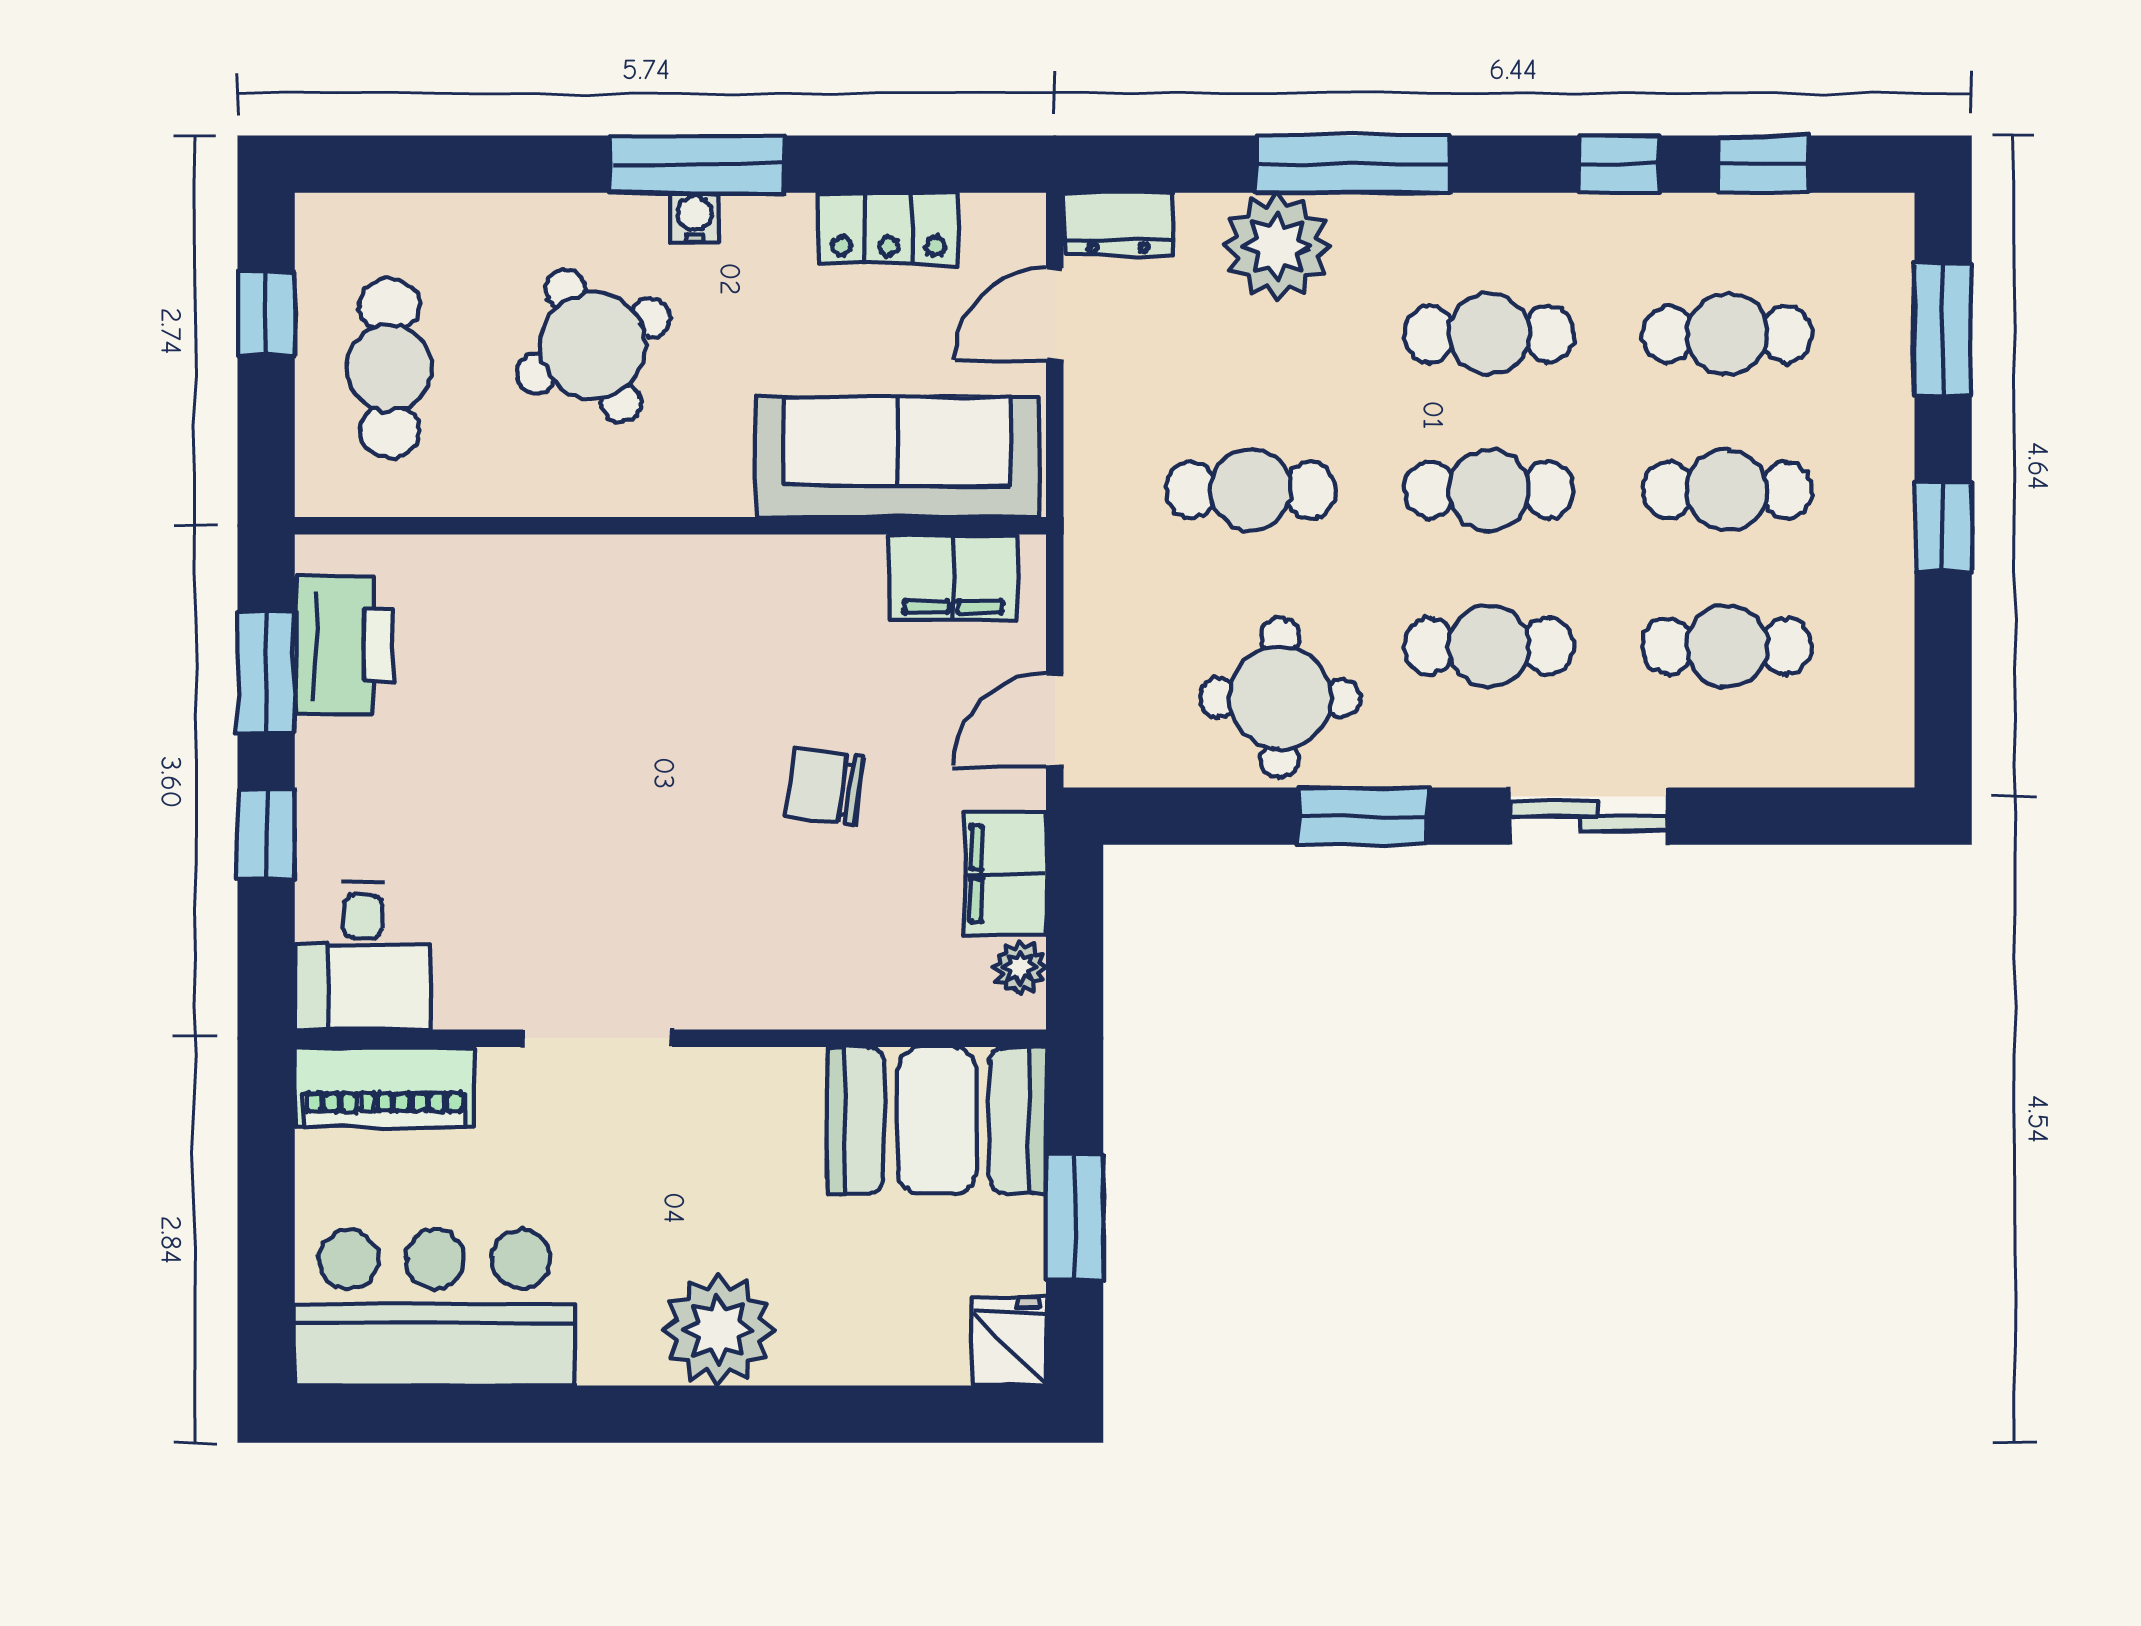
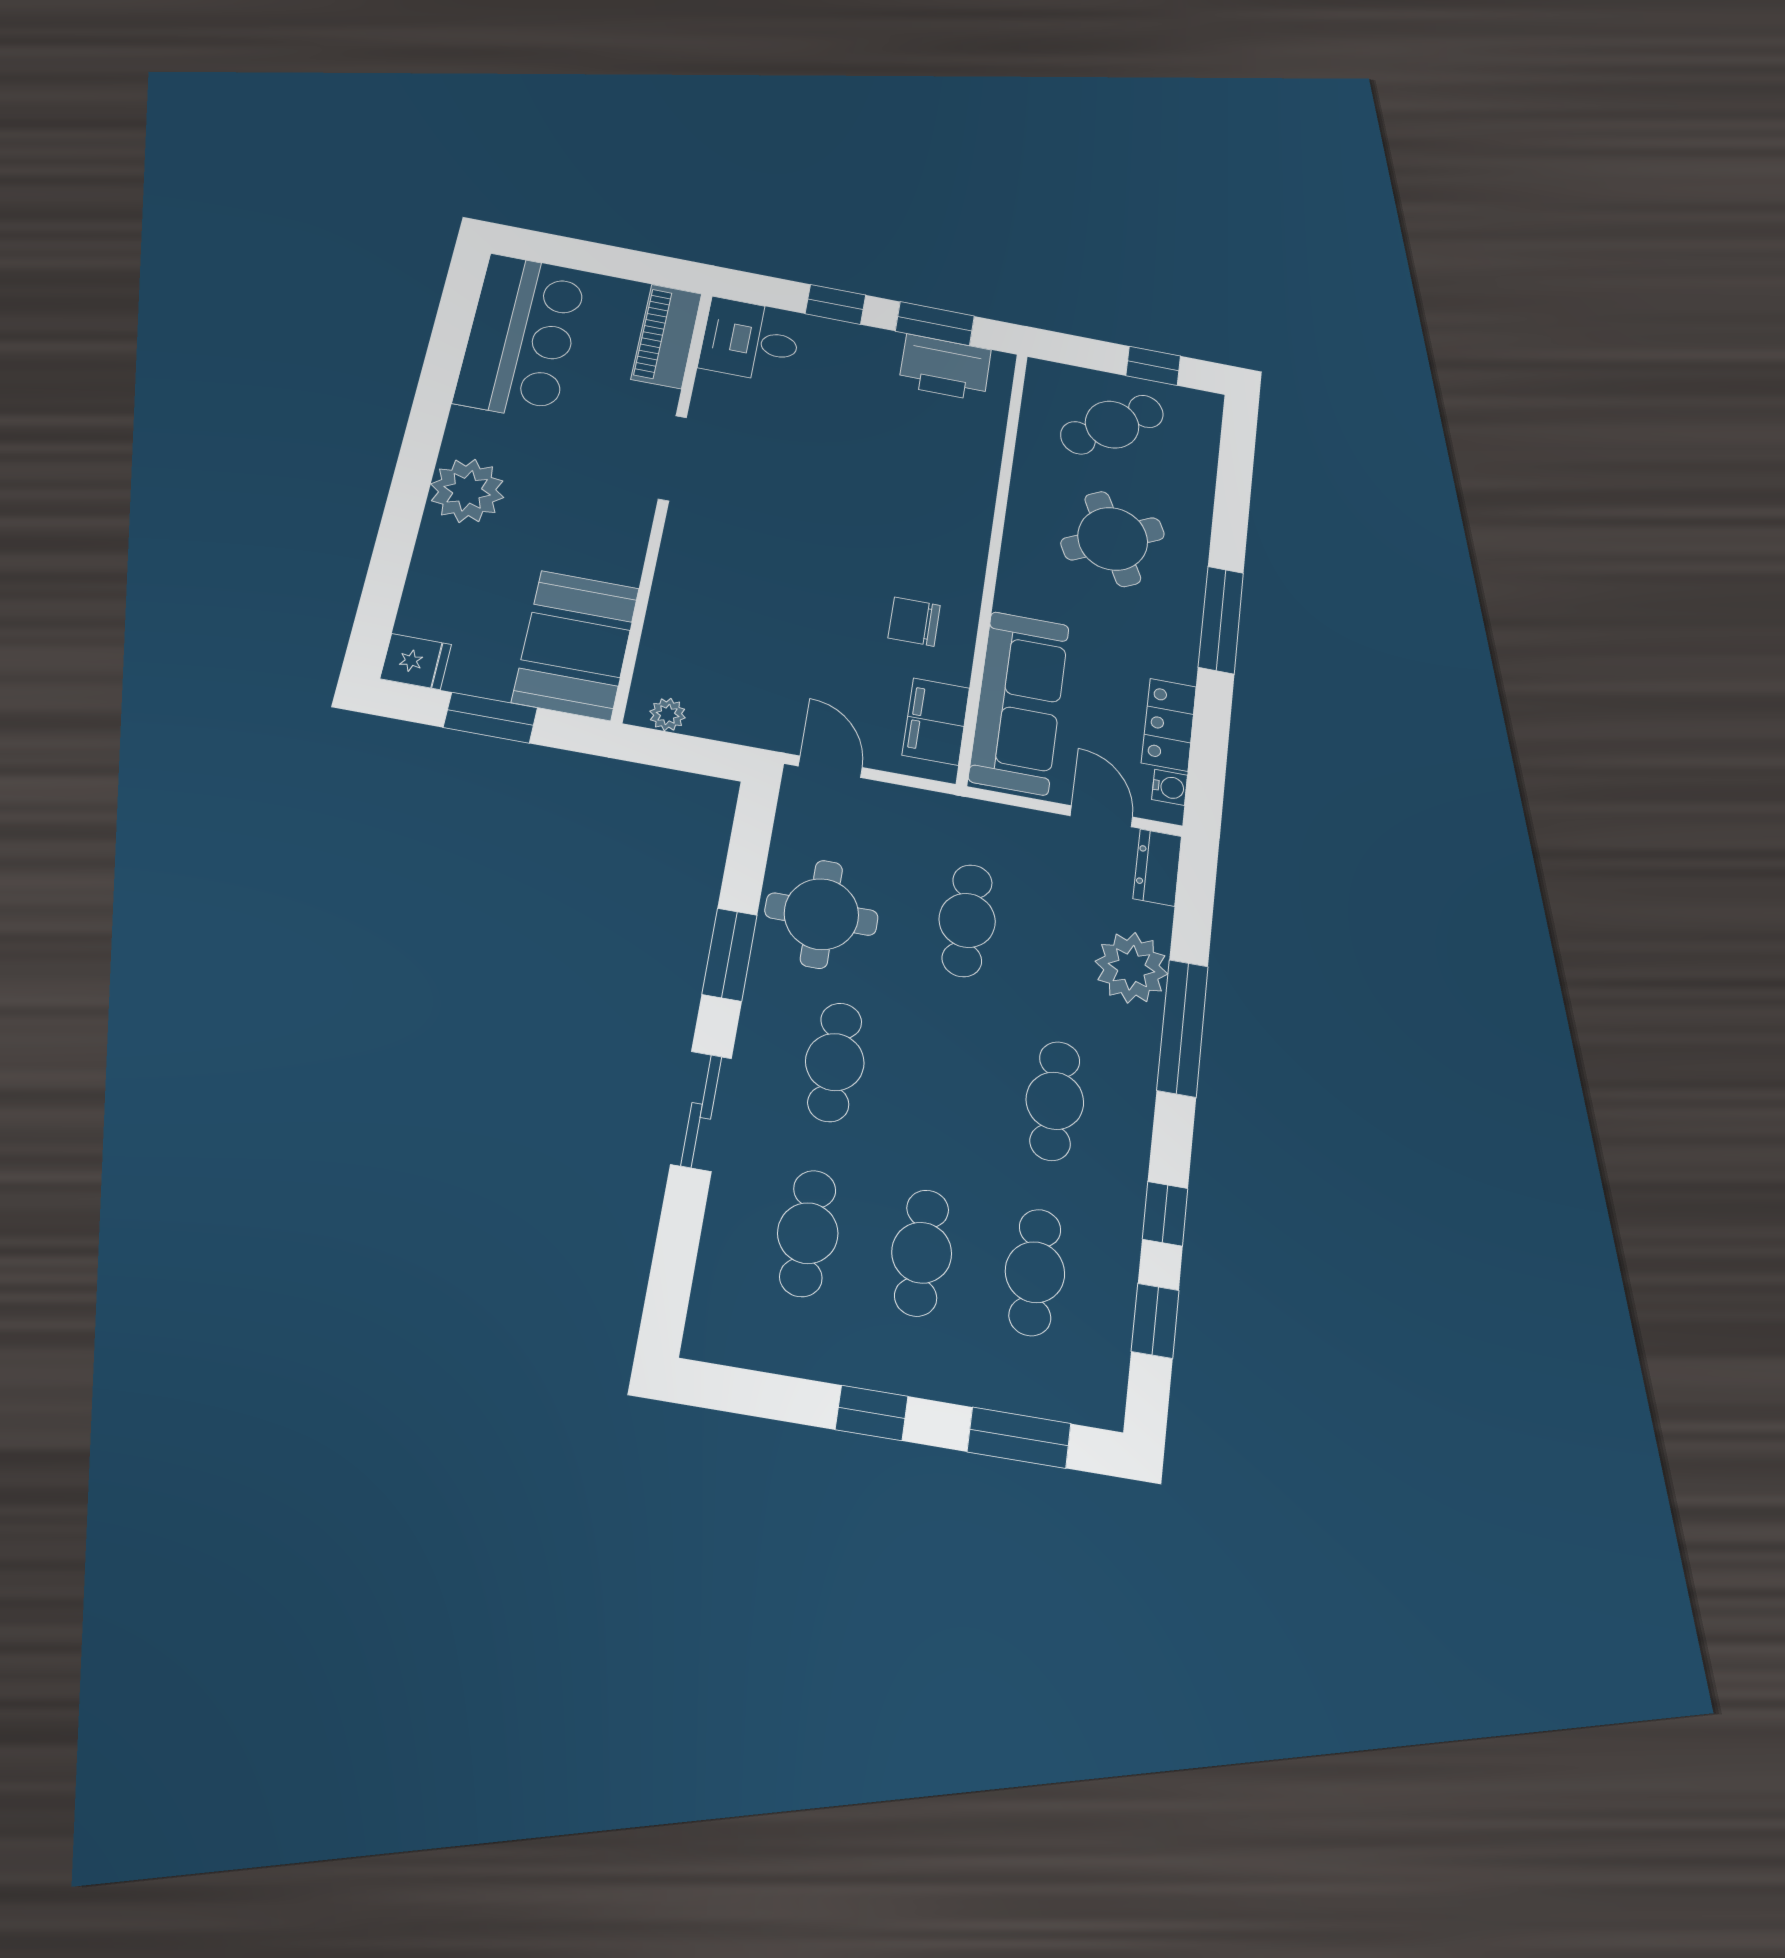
water cooler: (695, 217) -> (1170, 787), moved
cafe table: (390, 368) -> (1112, 425), turned -35
cafe table: (1489, 490) -> (945, 1081), removed
chair: (825, 786) -> (914, 622), moved, turned -98
filing cabinet: (1005, 874) -> (733, 717), removed

